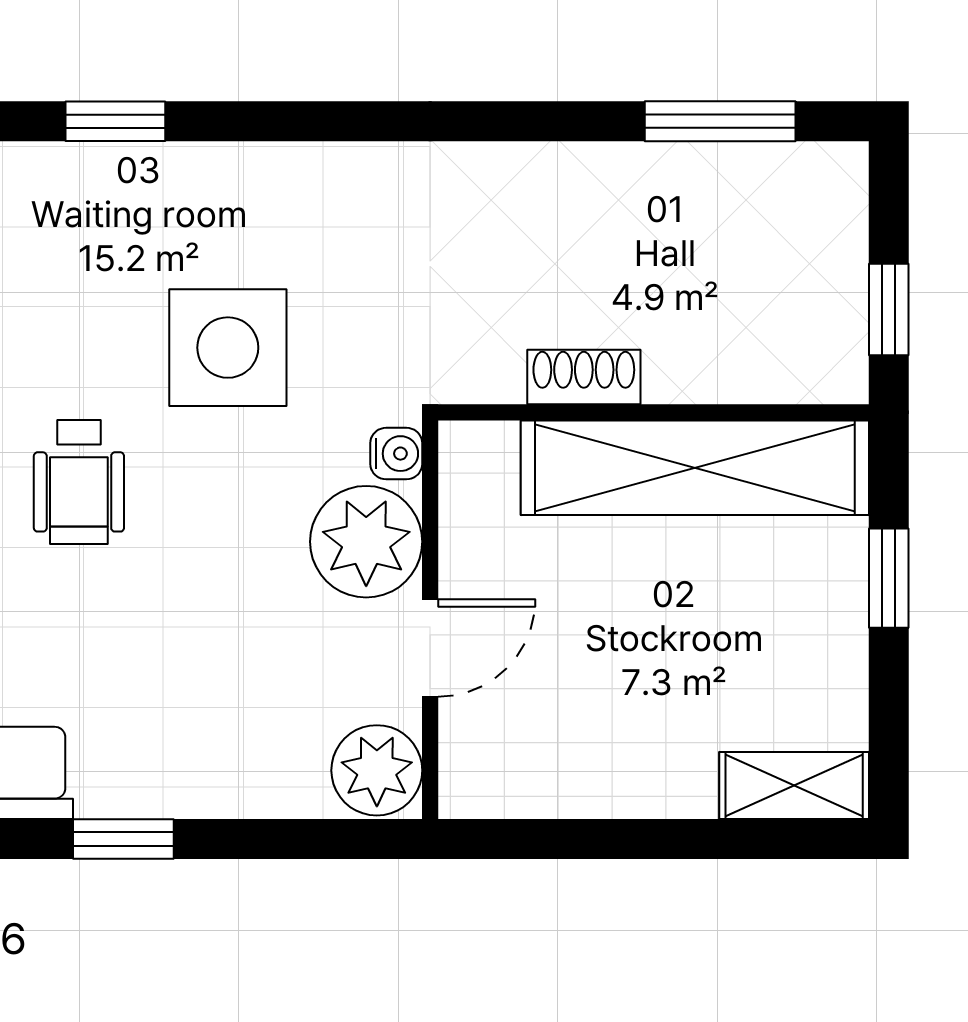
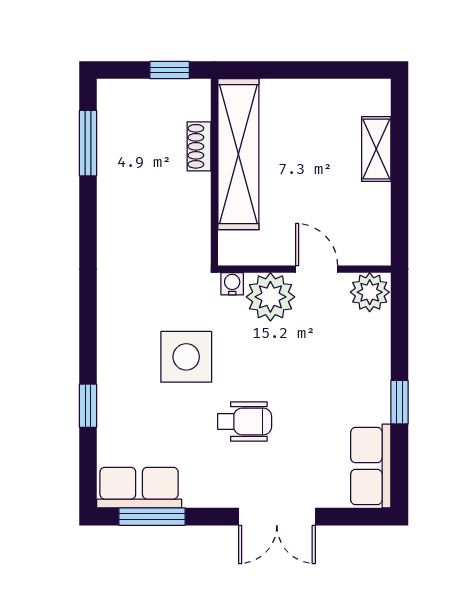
shoe rack: (584, 377) -> (199, 146), moved
window: (889, 578) -> (286, 70), removed
shelving: (794, 785) -> (376, 149), moved

